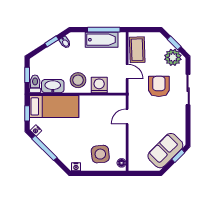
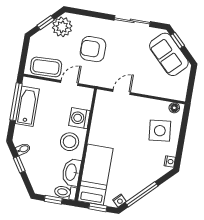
sliding door: (188, 90) -> (132, 21), moved
door: (127, 117) -> (122, 92), swing flipped

